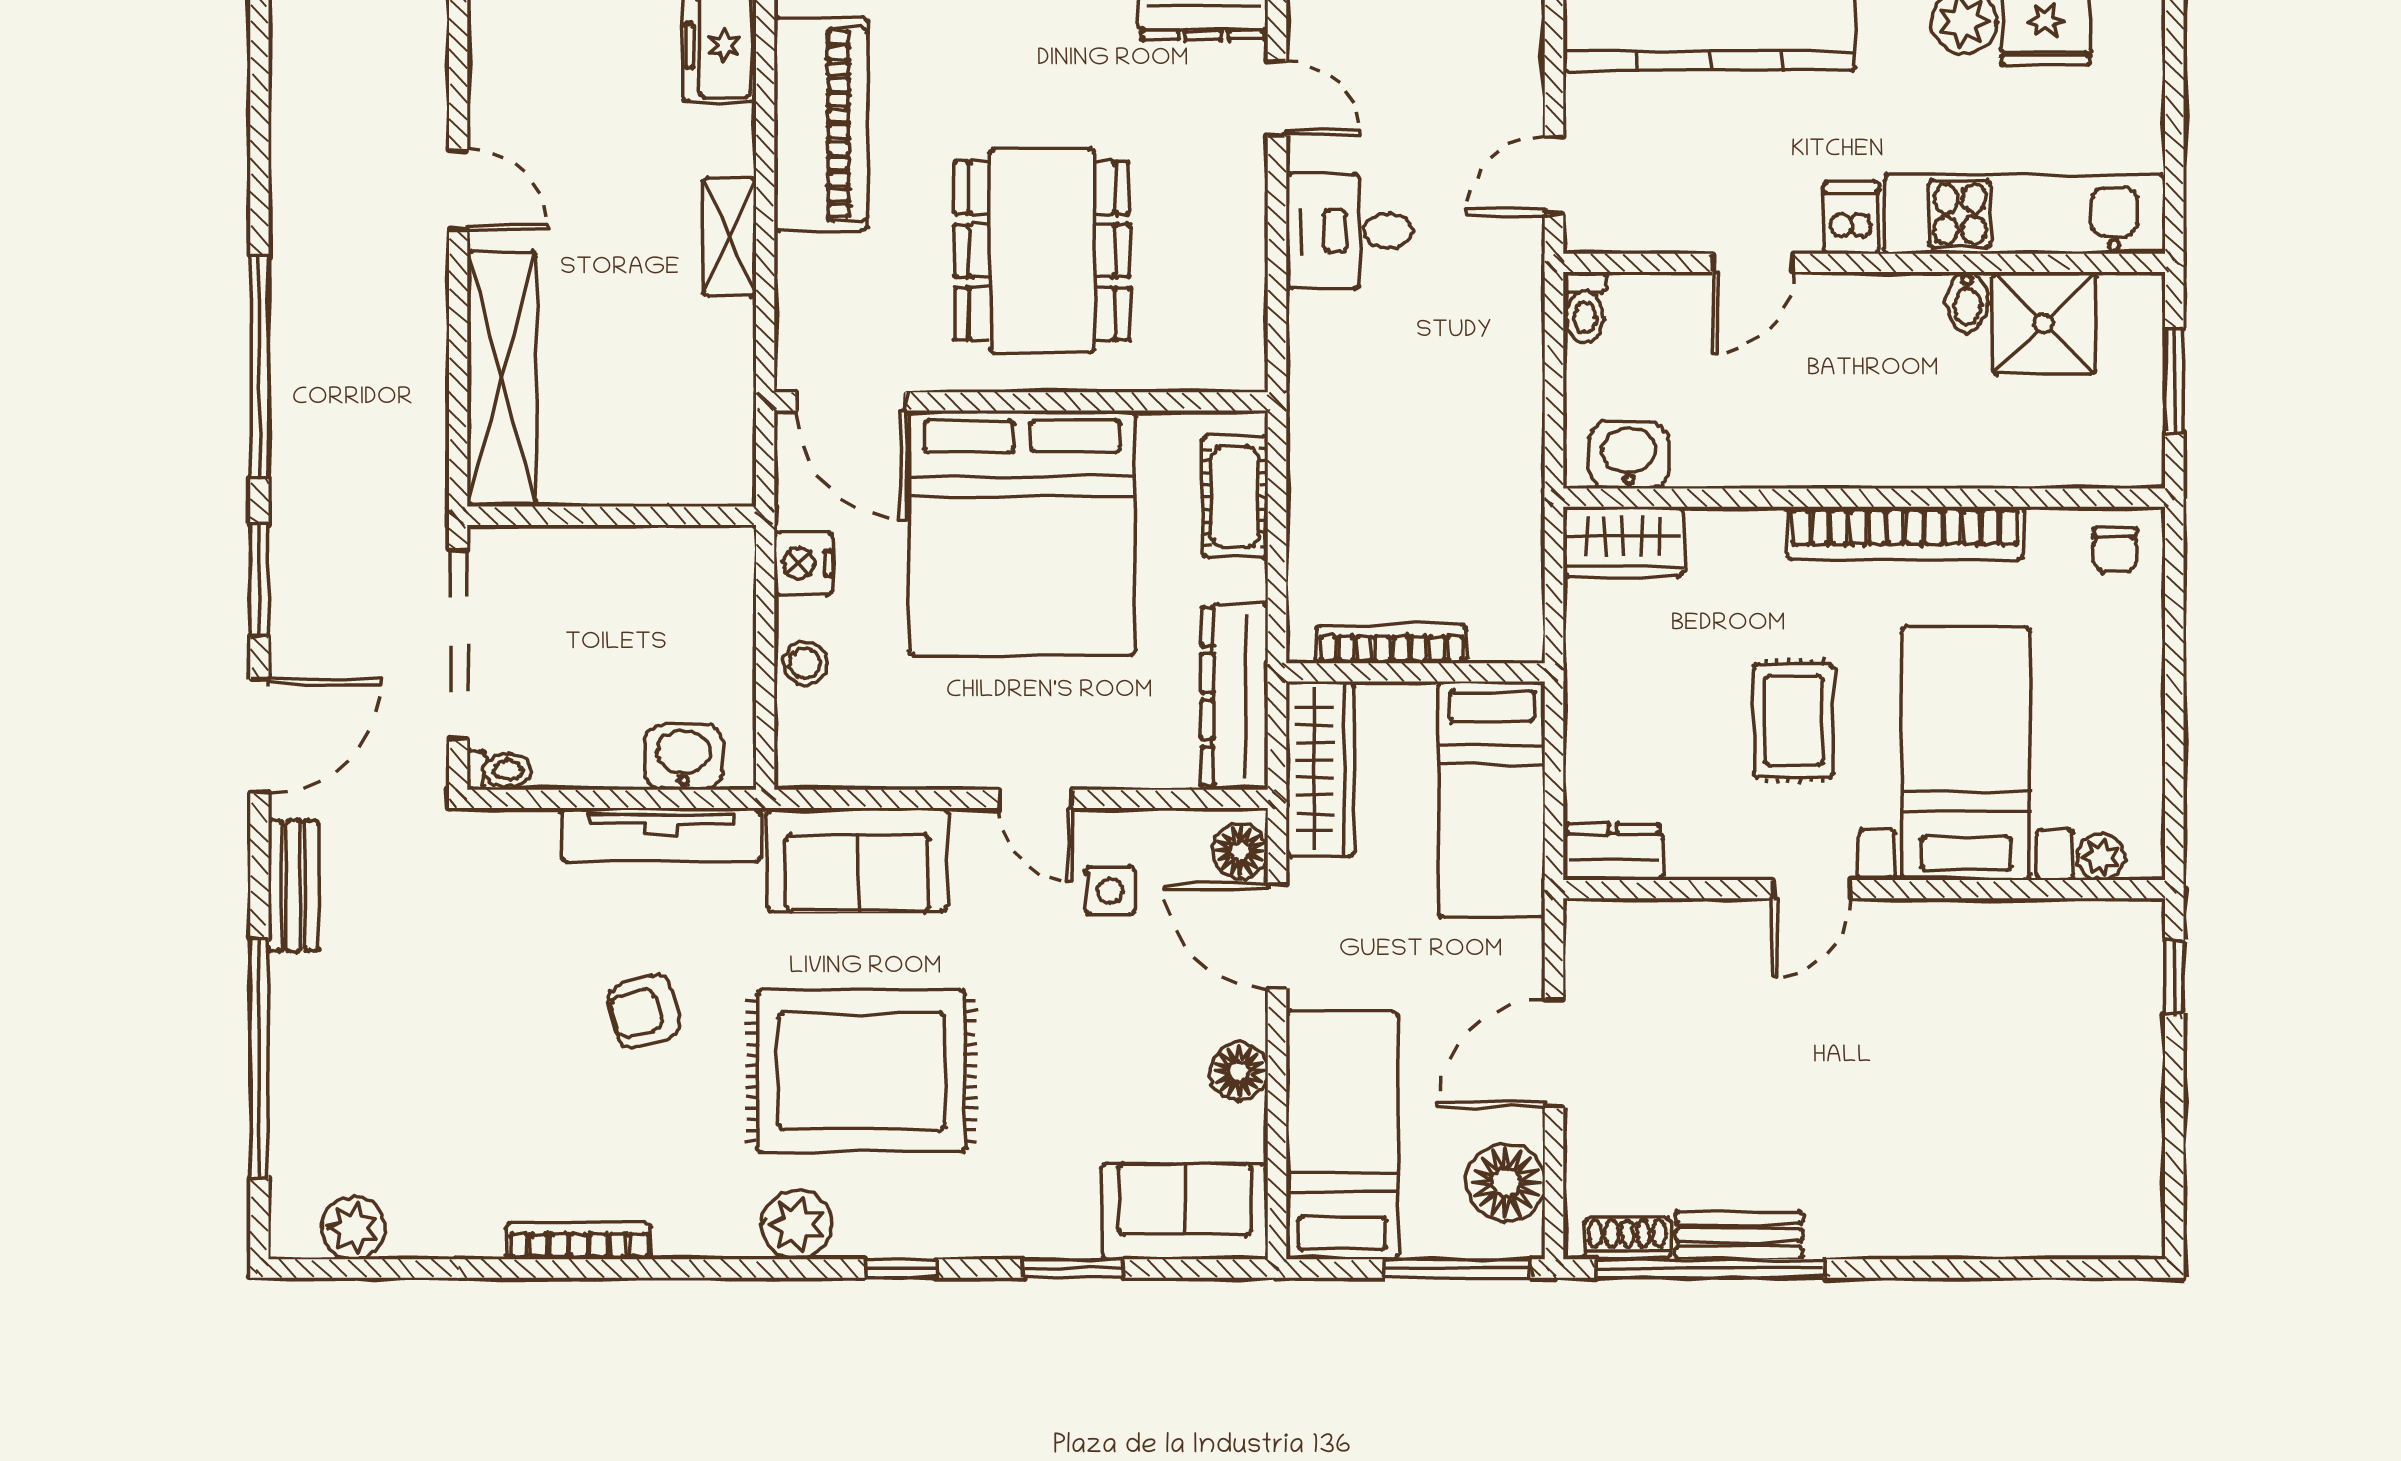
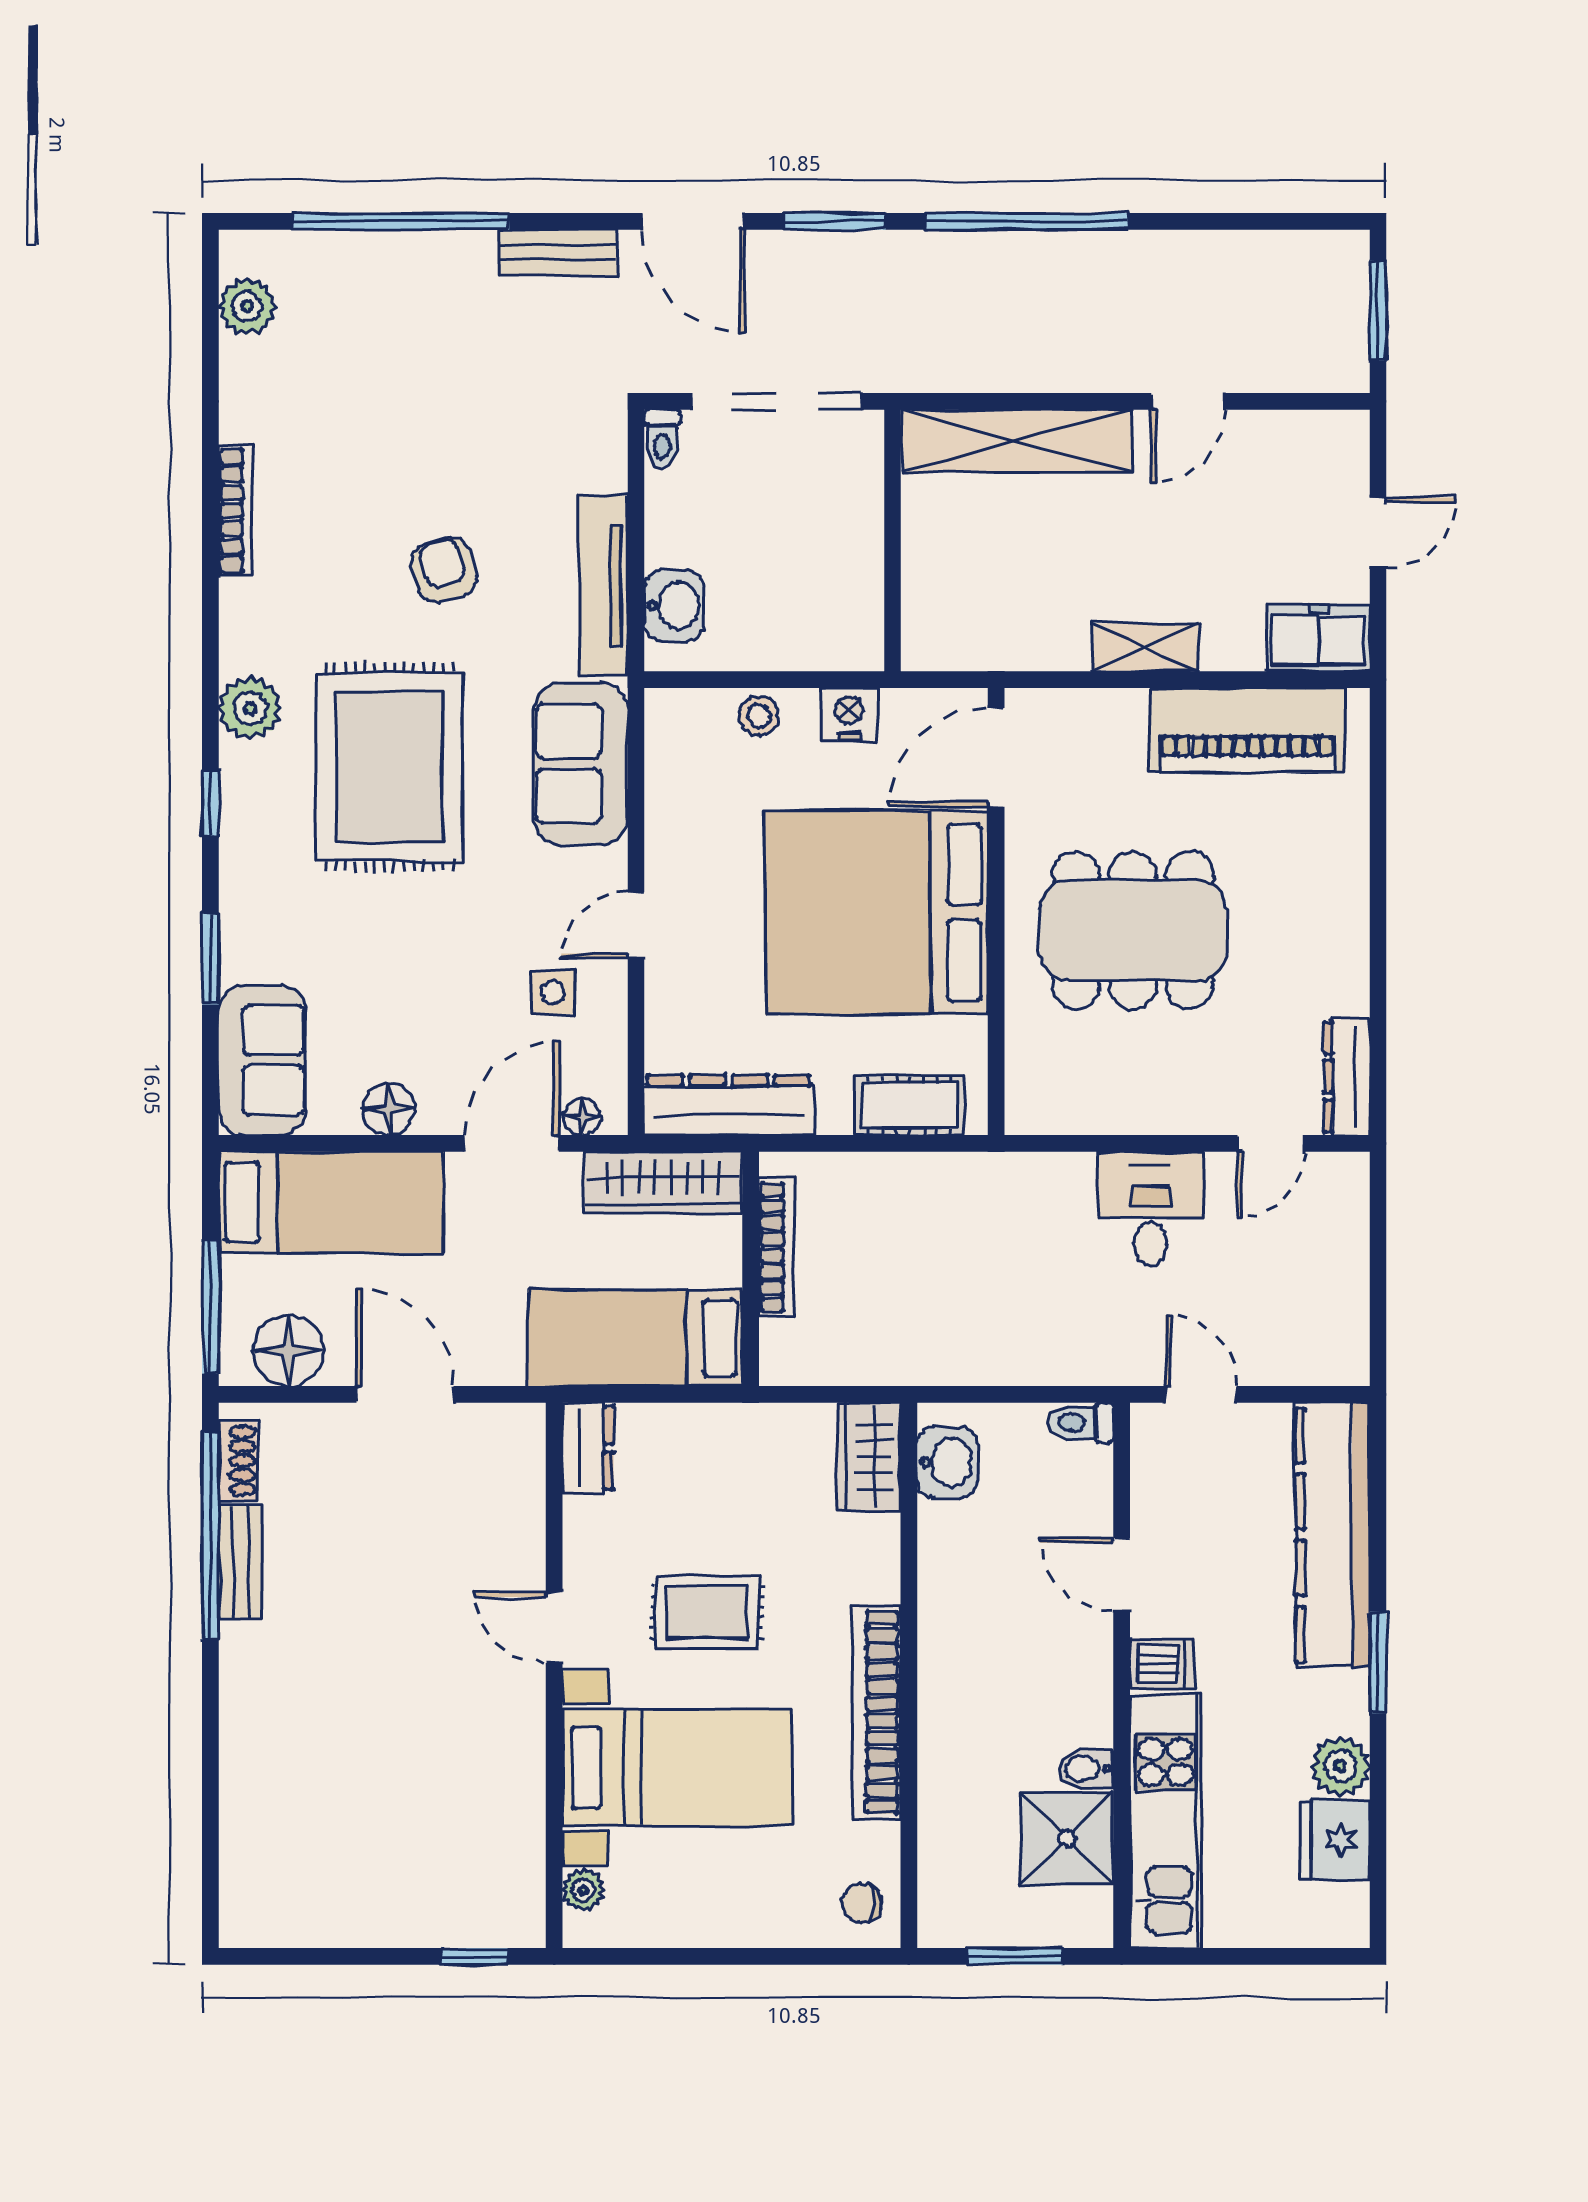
floor lamp: (1240, 851) -> (582, 1117), width x0.73, depth x0.73

